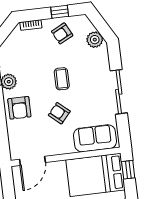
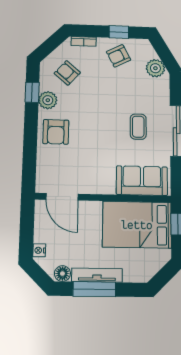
coffee table: (62, 79) -> (138, 127), moved
armchair: (59, 113) -> (67, 73), moved
door: (32, 161) -> (62, 197), hinge flipped

